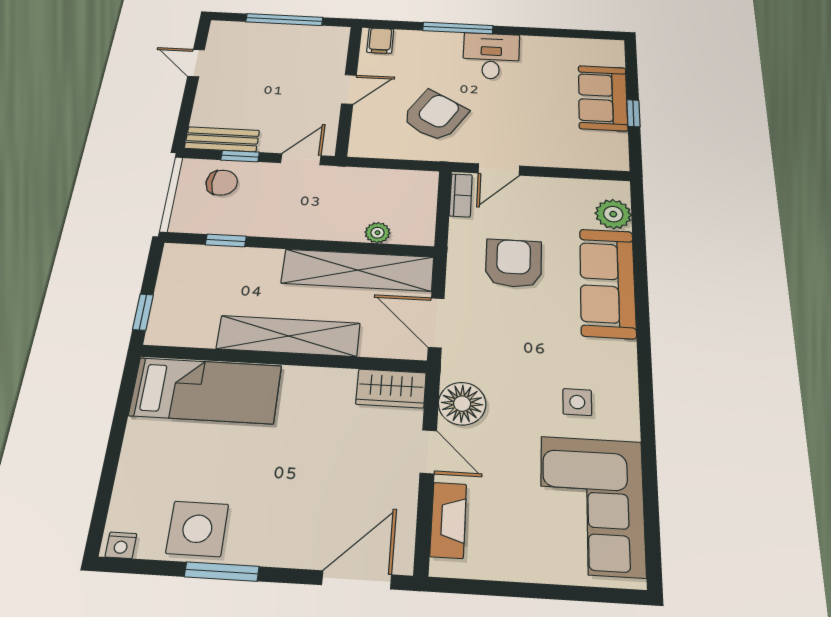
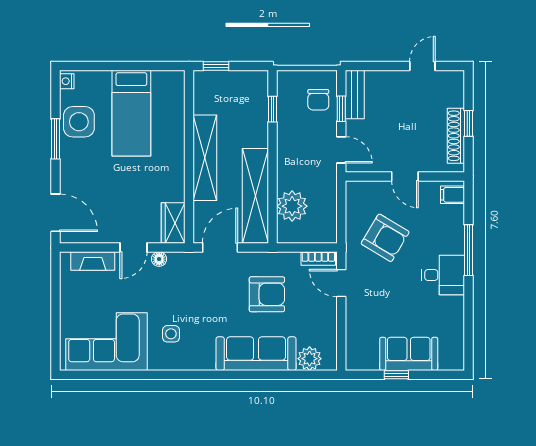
window: (284, 20) -> (469, 123), width x0.46
shoe rack: (299, 33) -> (456, 136), added
plant: (378, 233) -> (292, 206), width x1.88, depth x1.88
bed: (206, 391) -> (131, 113), moved
floor lamp: (462, 404) -> (159, 259), width x0.53, depth x0.53

